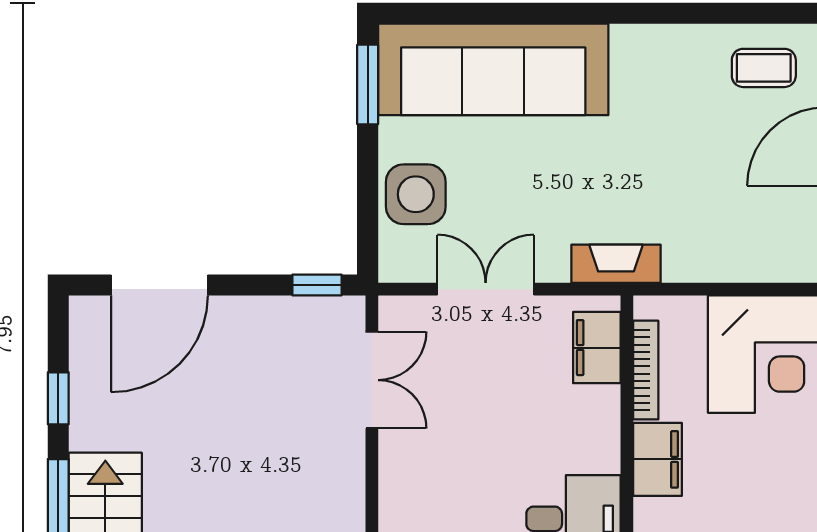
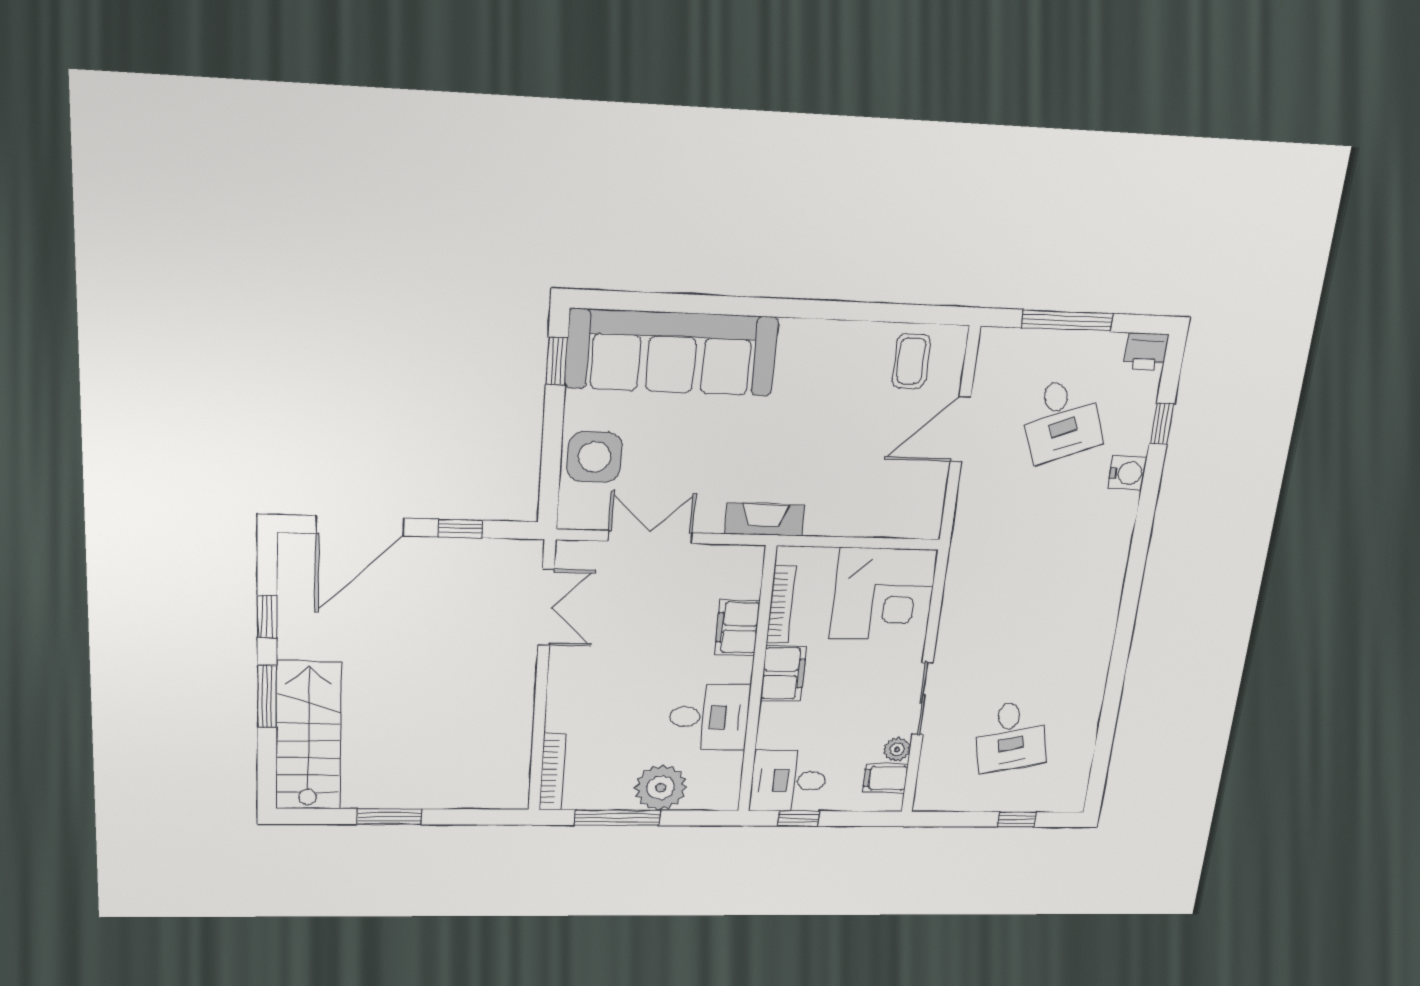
coffee table: (764, 68) -> (911, 361), turned 90
window: (368, 85) -> (557, 361), width x0.67
window: (317, 285) -> (460, 529), moved
filing cabinet: (597, 348) -> (737, 628), moved

